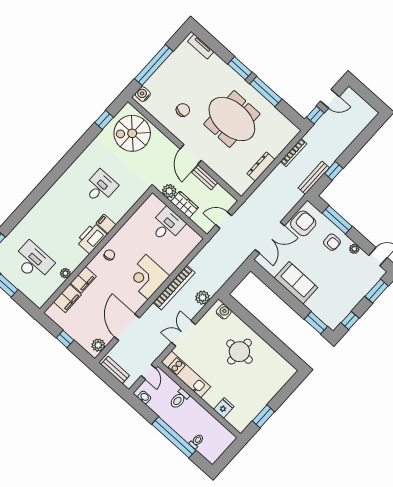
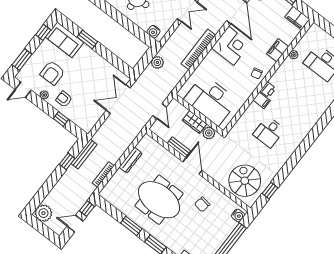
window: (266, 92) -> (131, 226), width x0.69
plant: (365, 114) -> (43, 213), added
spiral stairs: (132, 133) -> (245, 181), turned -90
door: (224, 220) -> (160, 111), hinge flipped
window: (337, 220) -> (61, 119), width x0.46
armchair: (303, 223) -> (52, 73), moved
desk: (167, 225) -> (211, 100), width x1.87, depth x1.30
printer: (91, 238) -> (268, 90), width x0.53, depth x0.68
corner desk: (147, 277) -> (231, 46), moved
sofa: (296, 283) -> (64, 40), moved
filing cabinet: (67, 298) -> (297, 18), moved, turned -90
plant: (203, 298) -> (157, 62), moved
window: (316, 323) -> (87, 39), moved

